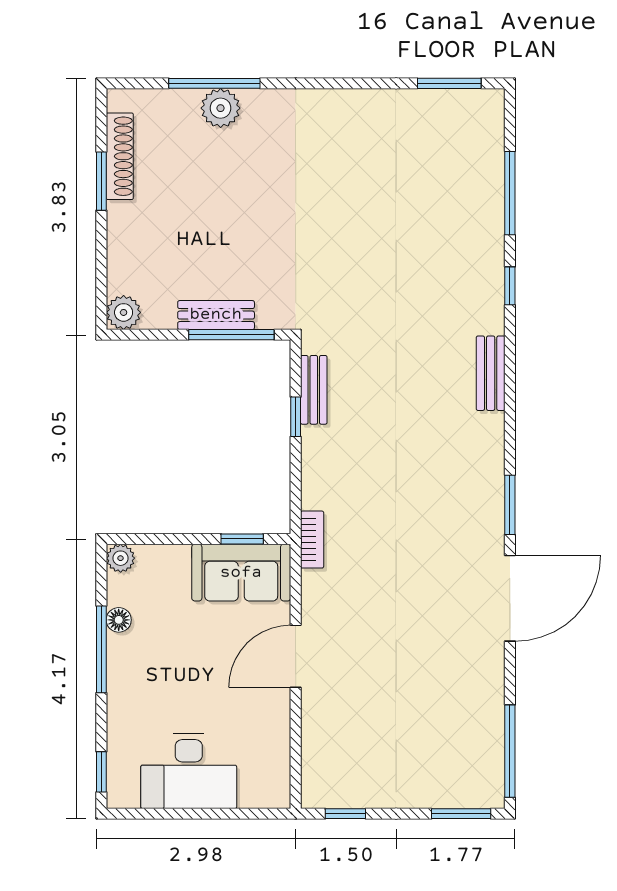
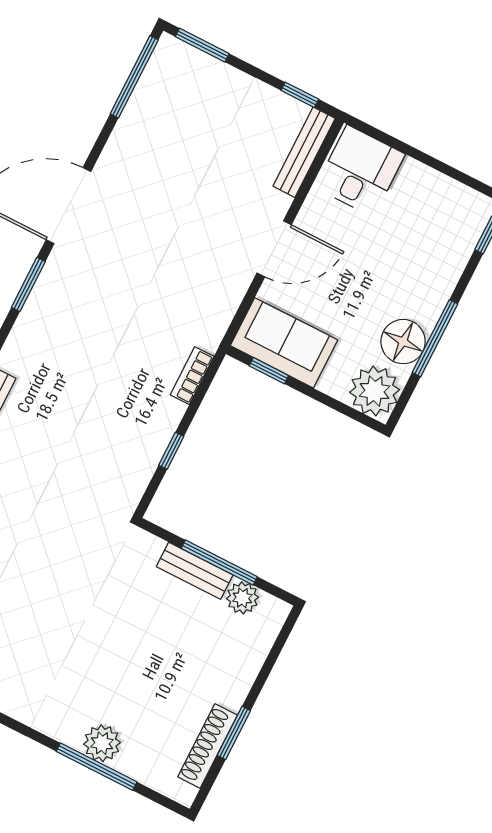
plant: (124, 312) -> (242, 598), moved
window: (231, 335) -> (219, 562), moved
bench: (314, 390) -> (304, 152), moved, width x1.36
bookcase: (312, 540) -> (192, 376), moved
plant: (121, 558) -> (374, 391), width x1.87, depth x1.87
floor lamp: (119, 620) -> (403, 342), width x1.89, depth x1.89
desk: (189, 771) -> (360, 171), moved, width x0.73

